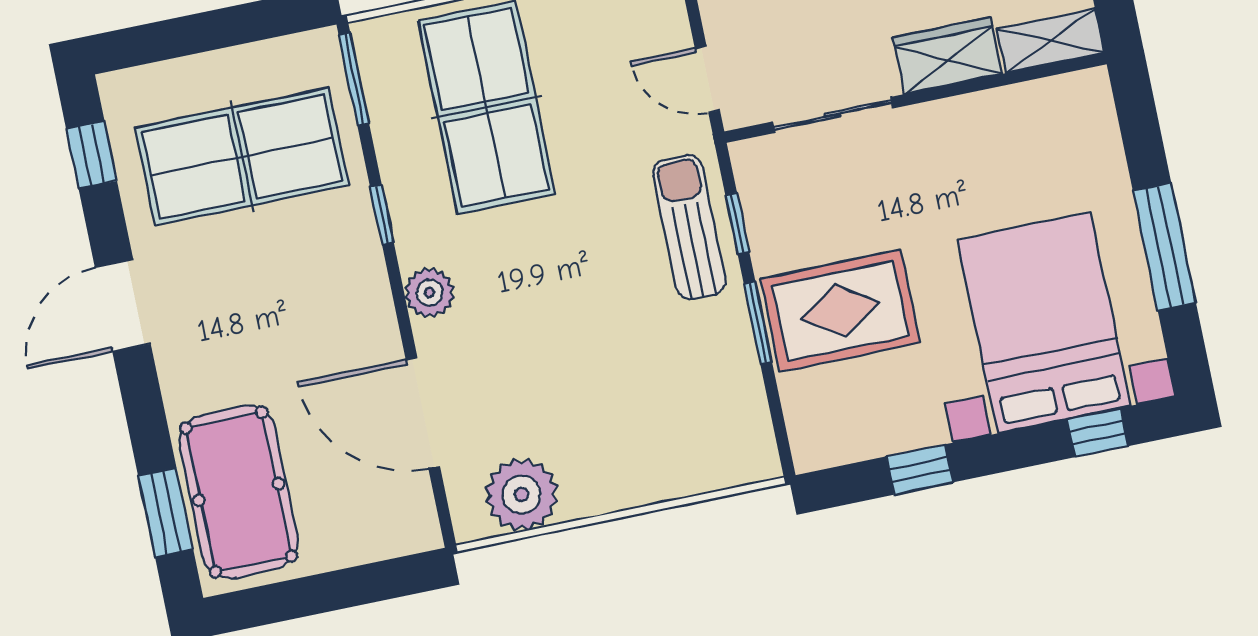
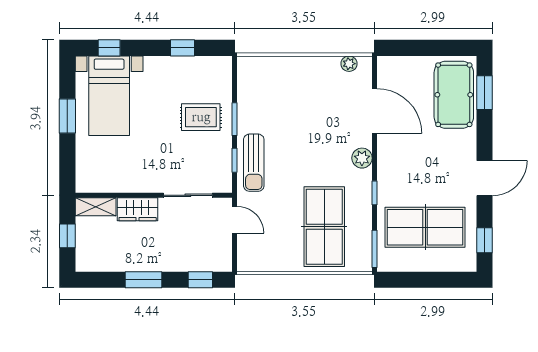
window: (1164, 247) -> (67, 116), width x0.69
rug: (840, 311) -> (201, 117), width x0.73, depth x0.70
bed with nightstands: (1044, 323) -> (109, 96), width x0.73
plant: (522, 494) -> (349, 64), width x0.53, depth x0.53

